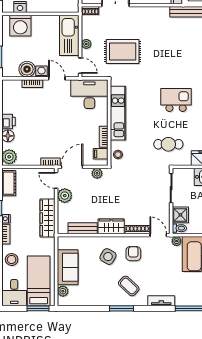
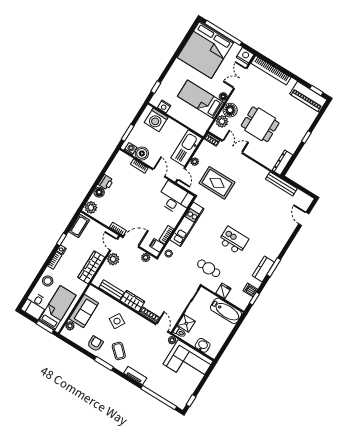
washing machine: (42, 71) -> (131, 149), moved
armchair: (133, 254) -> (95, 344), moved

